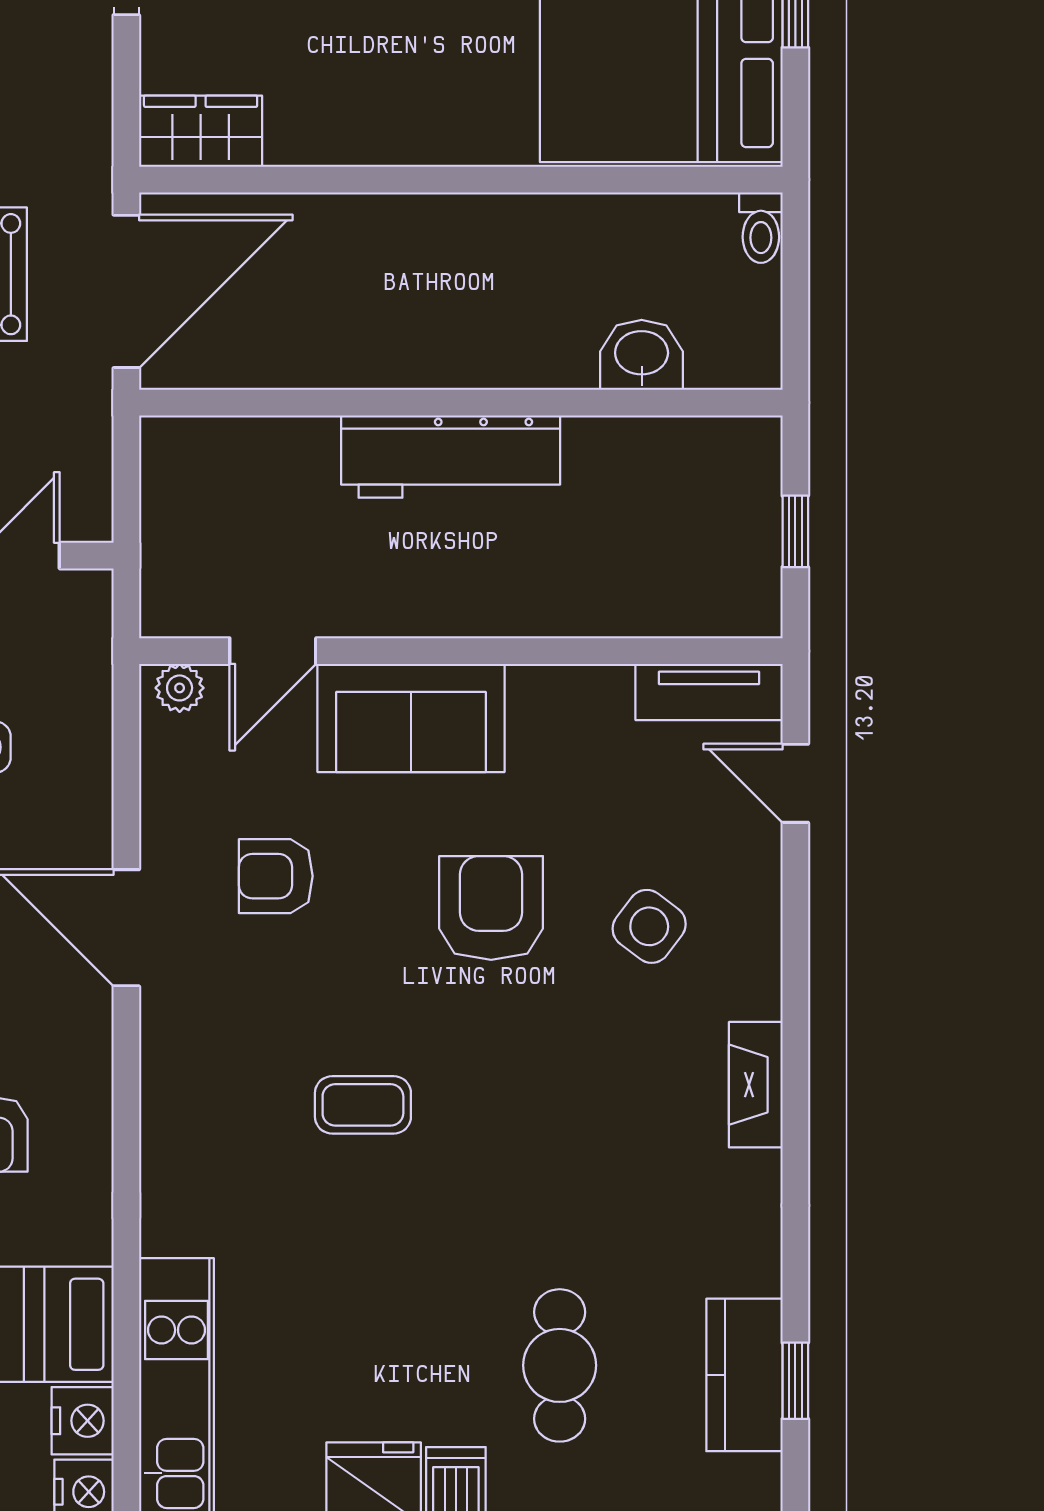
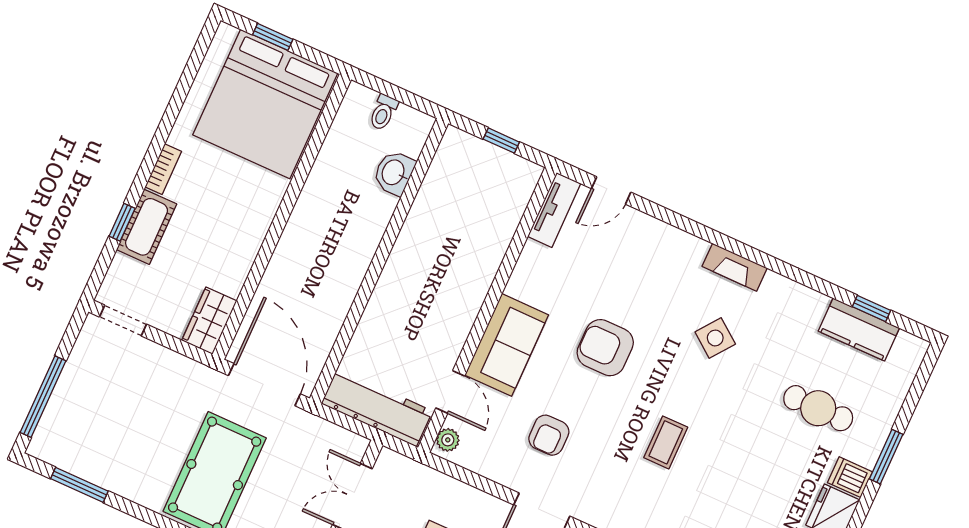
toilet: (761, 228) -> (383, 112), moved, turned 90
workbench: (451, 457) -> (377, 407), moved, turned -90
side table: (649, 926) -> (715, 338), moved

